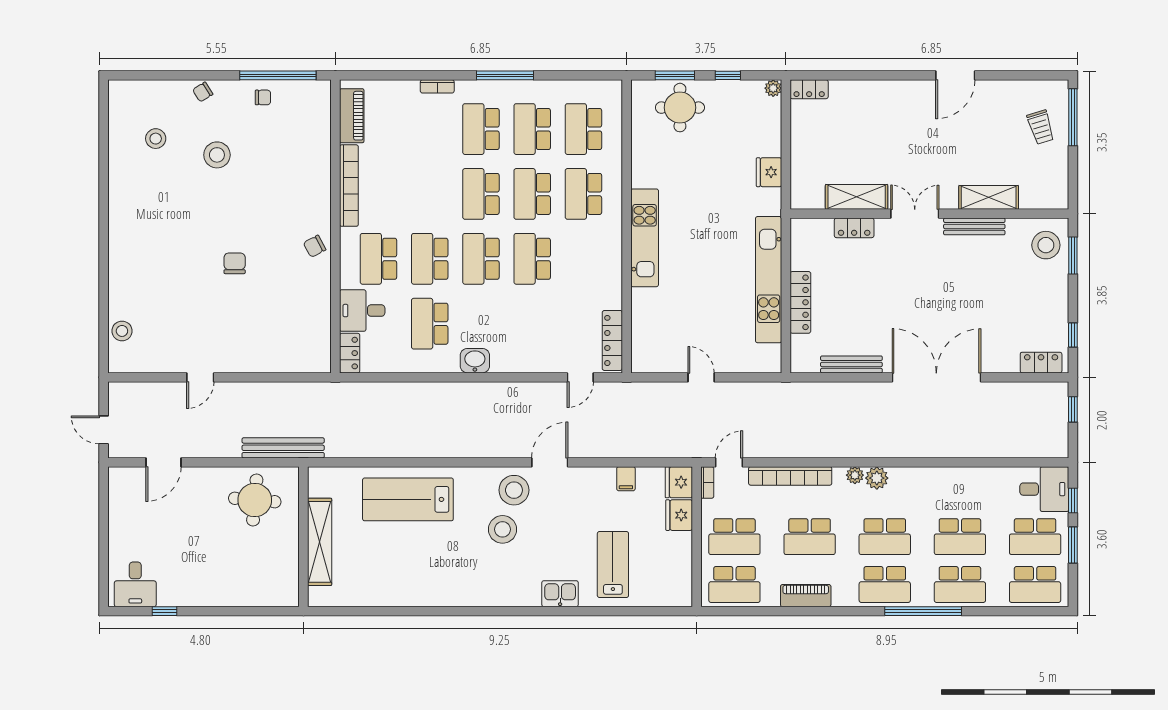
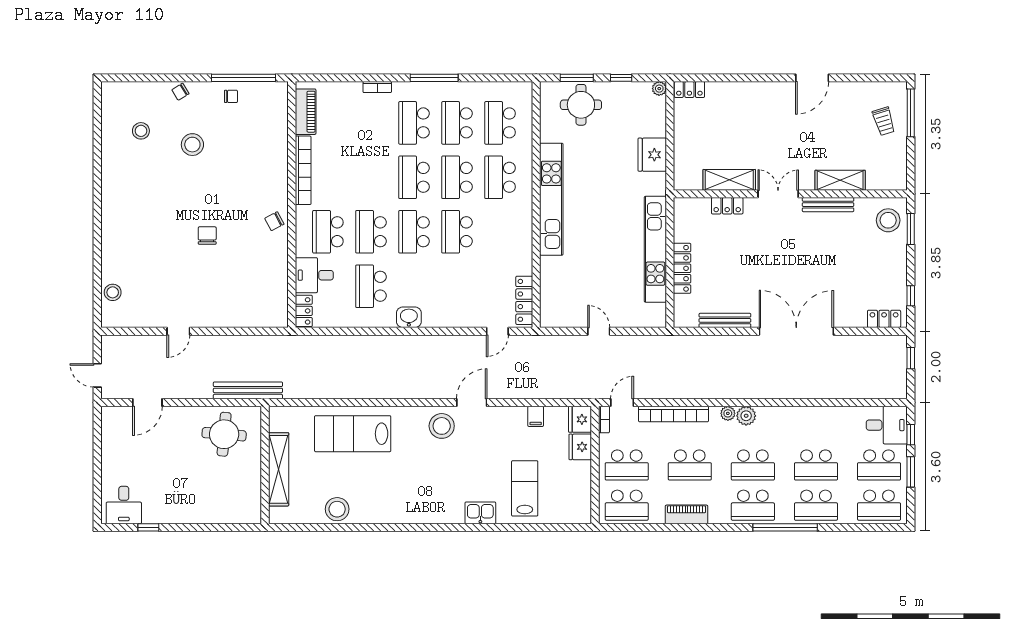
fridge: (769, 172) -> (652, 155), width x1.36, depth x1.34
kitchen unit: (645, 238) -> (551, 199), width x1.36
stool: (502, 529) -> (337, 509), moved

